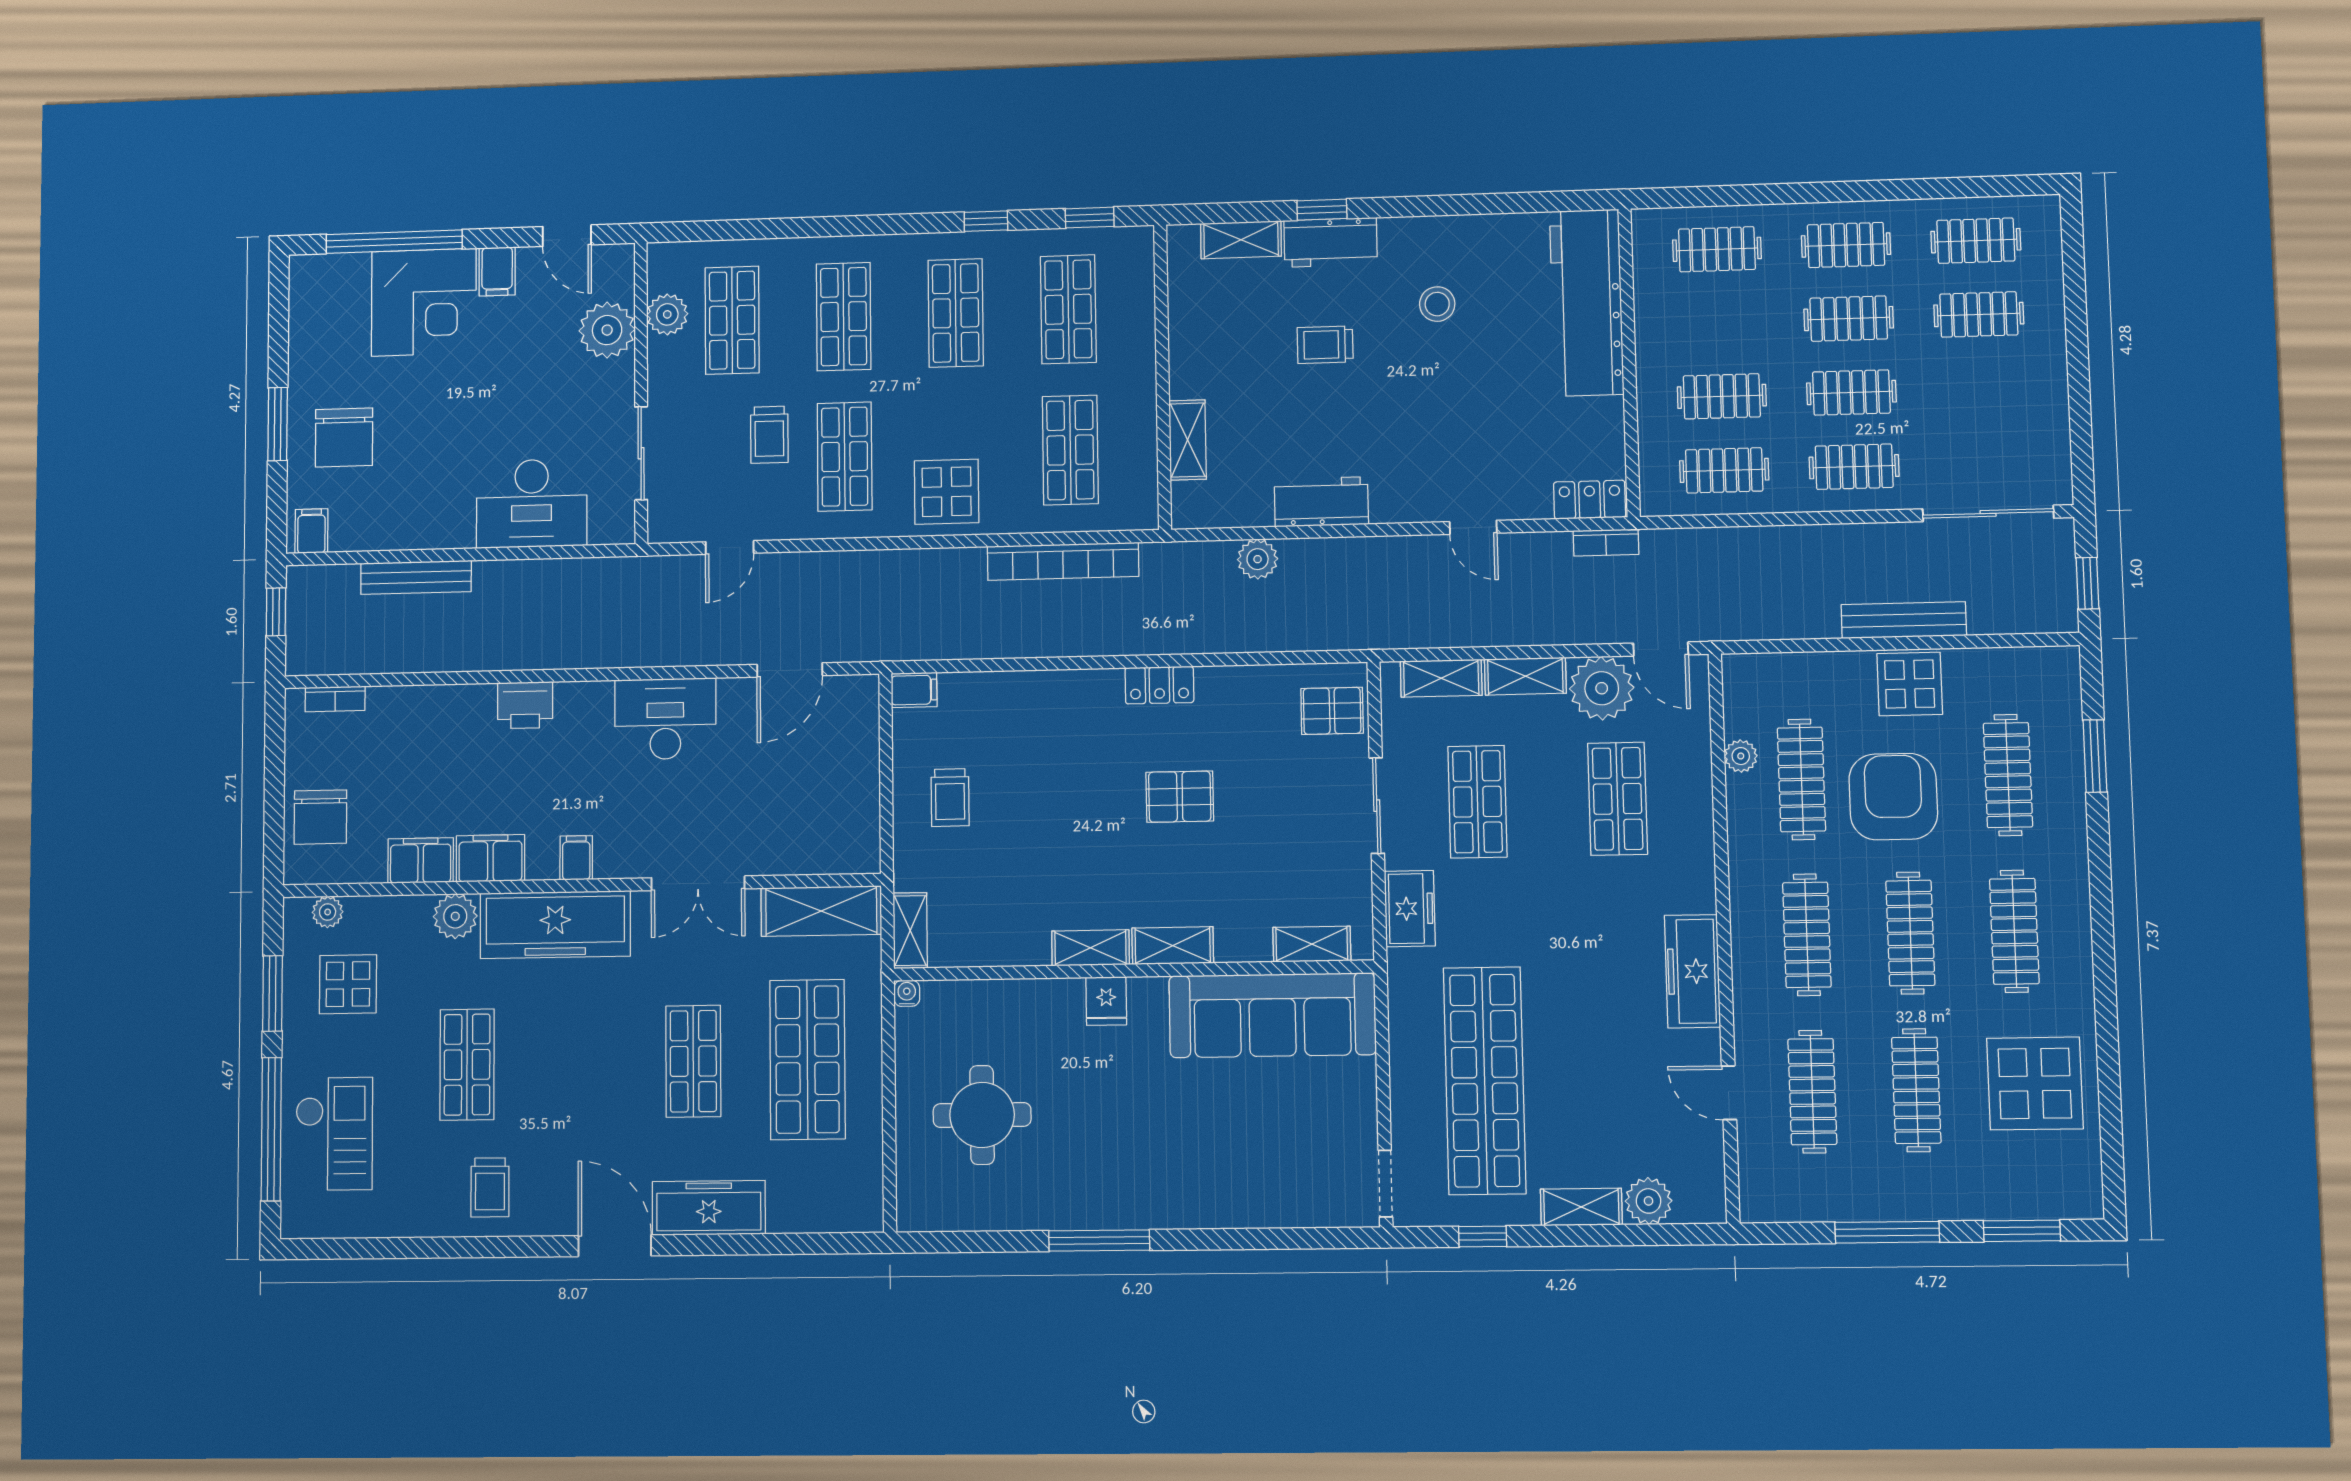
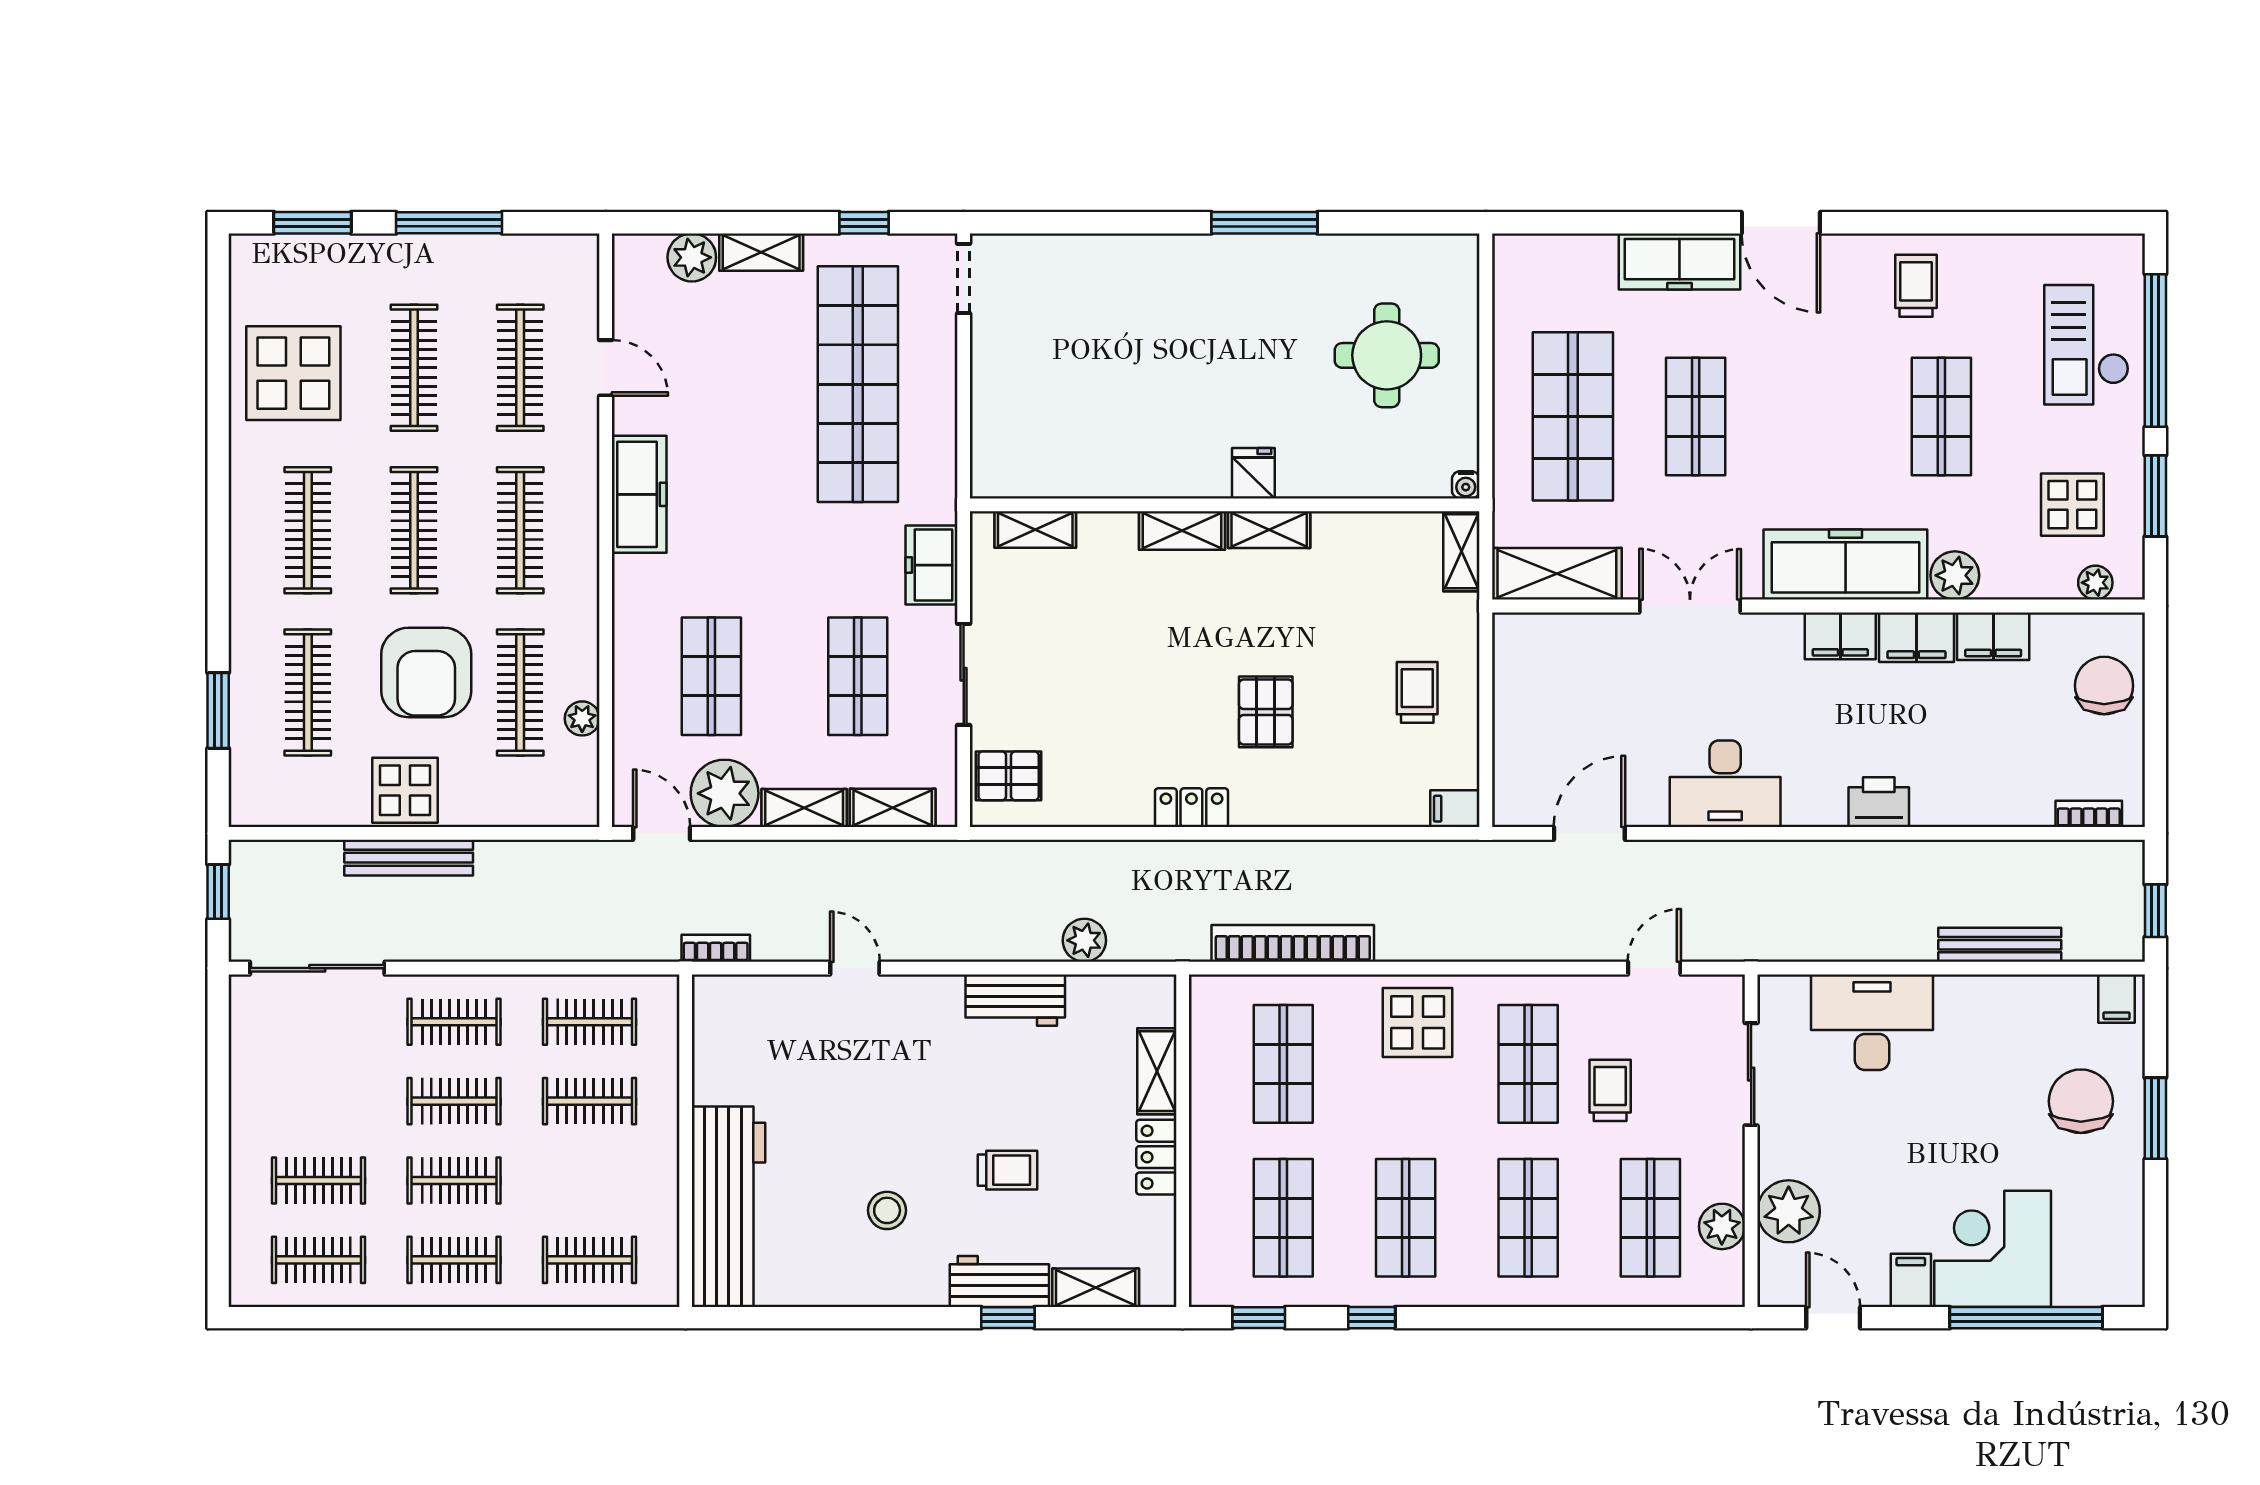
locker: (1590, 500) -> (1156, 1157), moved, turned 90
pallet: (1180, 797) -> (1266, 712), moved, turned 90
filing cabinet: (576, 858) -> (1840, 636), width x2.00
sofa: (1272, 1015) -> (1078, 456), removed

